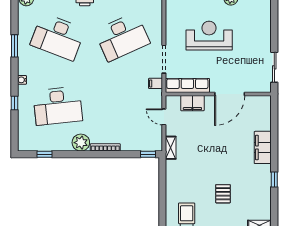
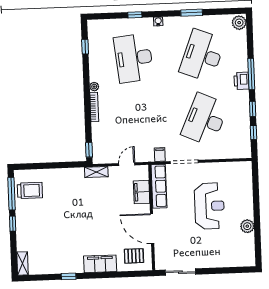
desk: (122, 37) -> (205, 120), turned 48
plant: (81, 143) -> (94, 87), width x0.53, depth x0.53
pallet: (223, 194) -> (134, 256), moved

